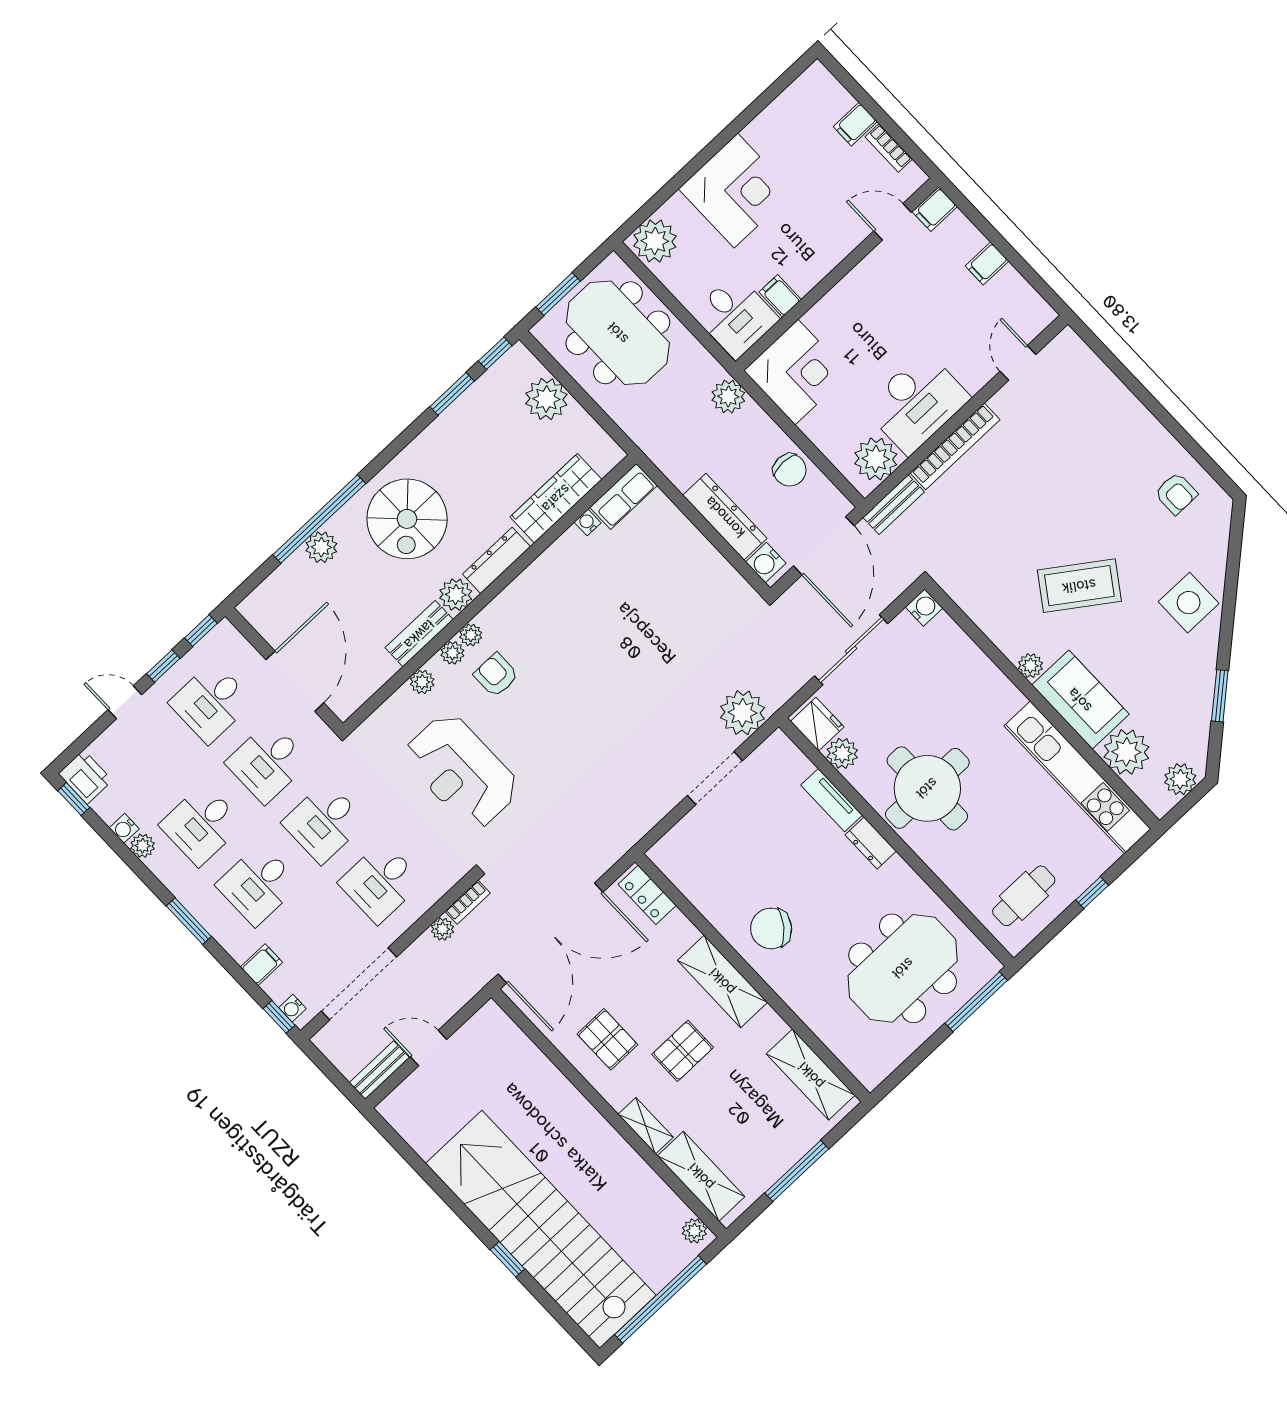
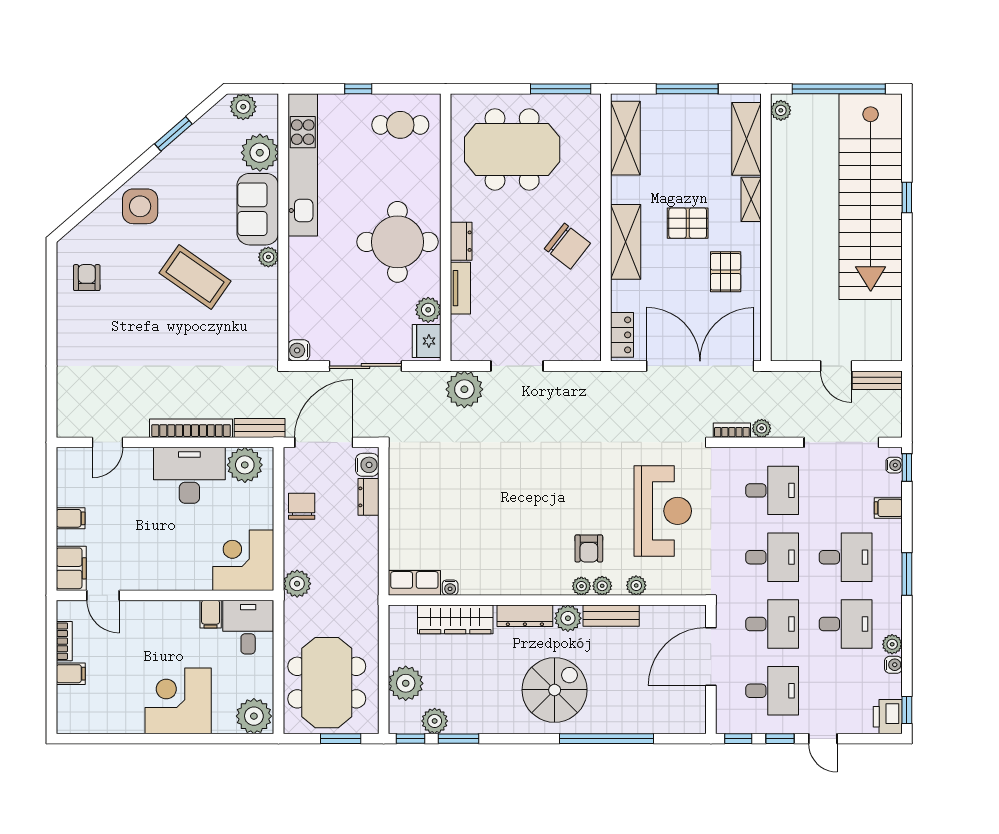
filing cabinet: (935, 209) -> (71, 568), width x2.00
dresser: (725, 517) -> (368, 497), width x0.51, depth x0.80
plant: (321, 547) -> (435, 721), moved
window: (976, 1002) -> (561, 89), moved

